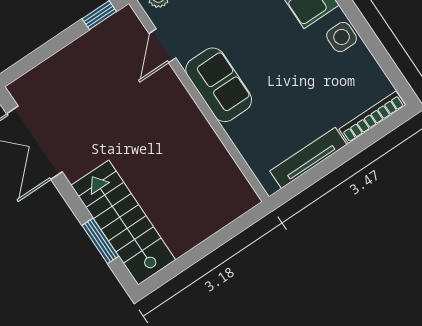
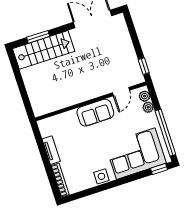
door: (162, 46) -> (121, 92), swing flipped
tv unit: (308, 158) -> (51, 150), width x0.71

